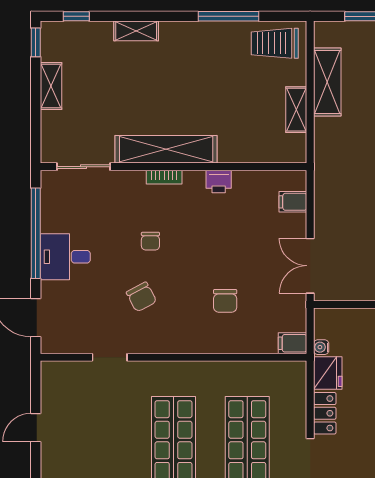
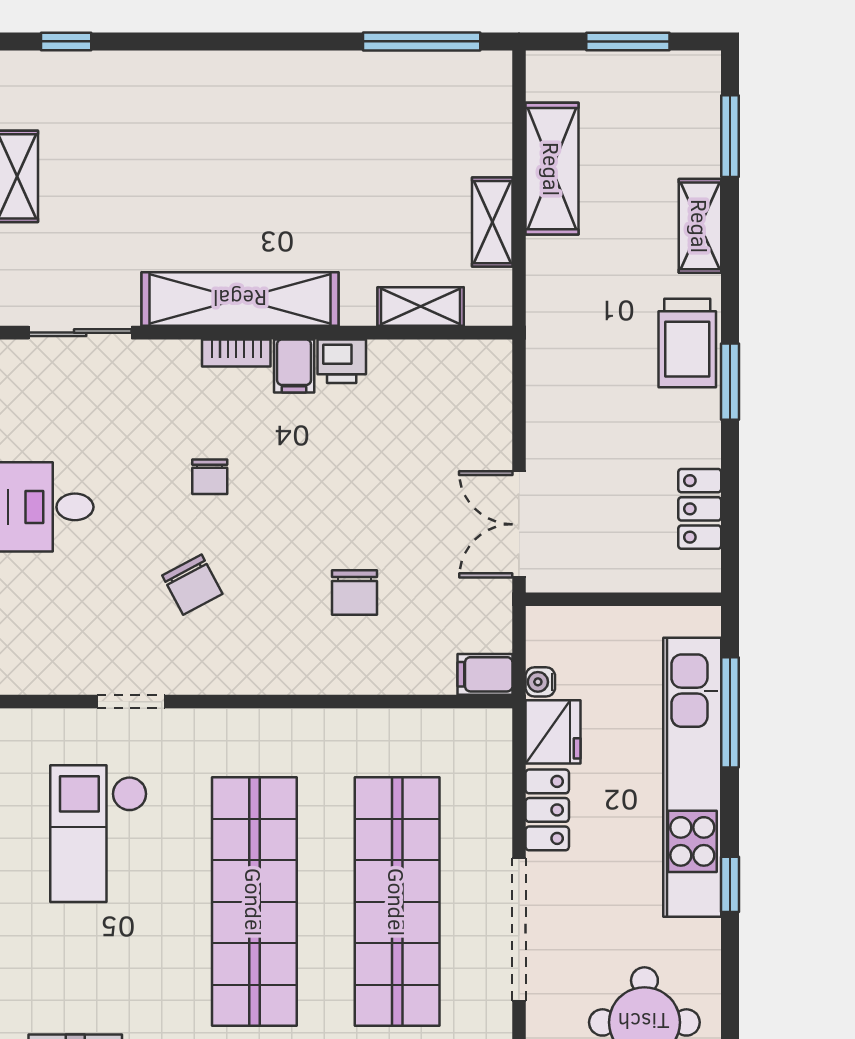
window: (228, 16) -> (422, 41), moved
shelving: (136, 31) -> (421, 307), moved
trolley: (275, 43) -> (450, 94), removed
filing cabinet: (293, 202) -> (294, 366), moved, turned -90
checkout: (93, 426) -> (99, 834), added

